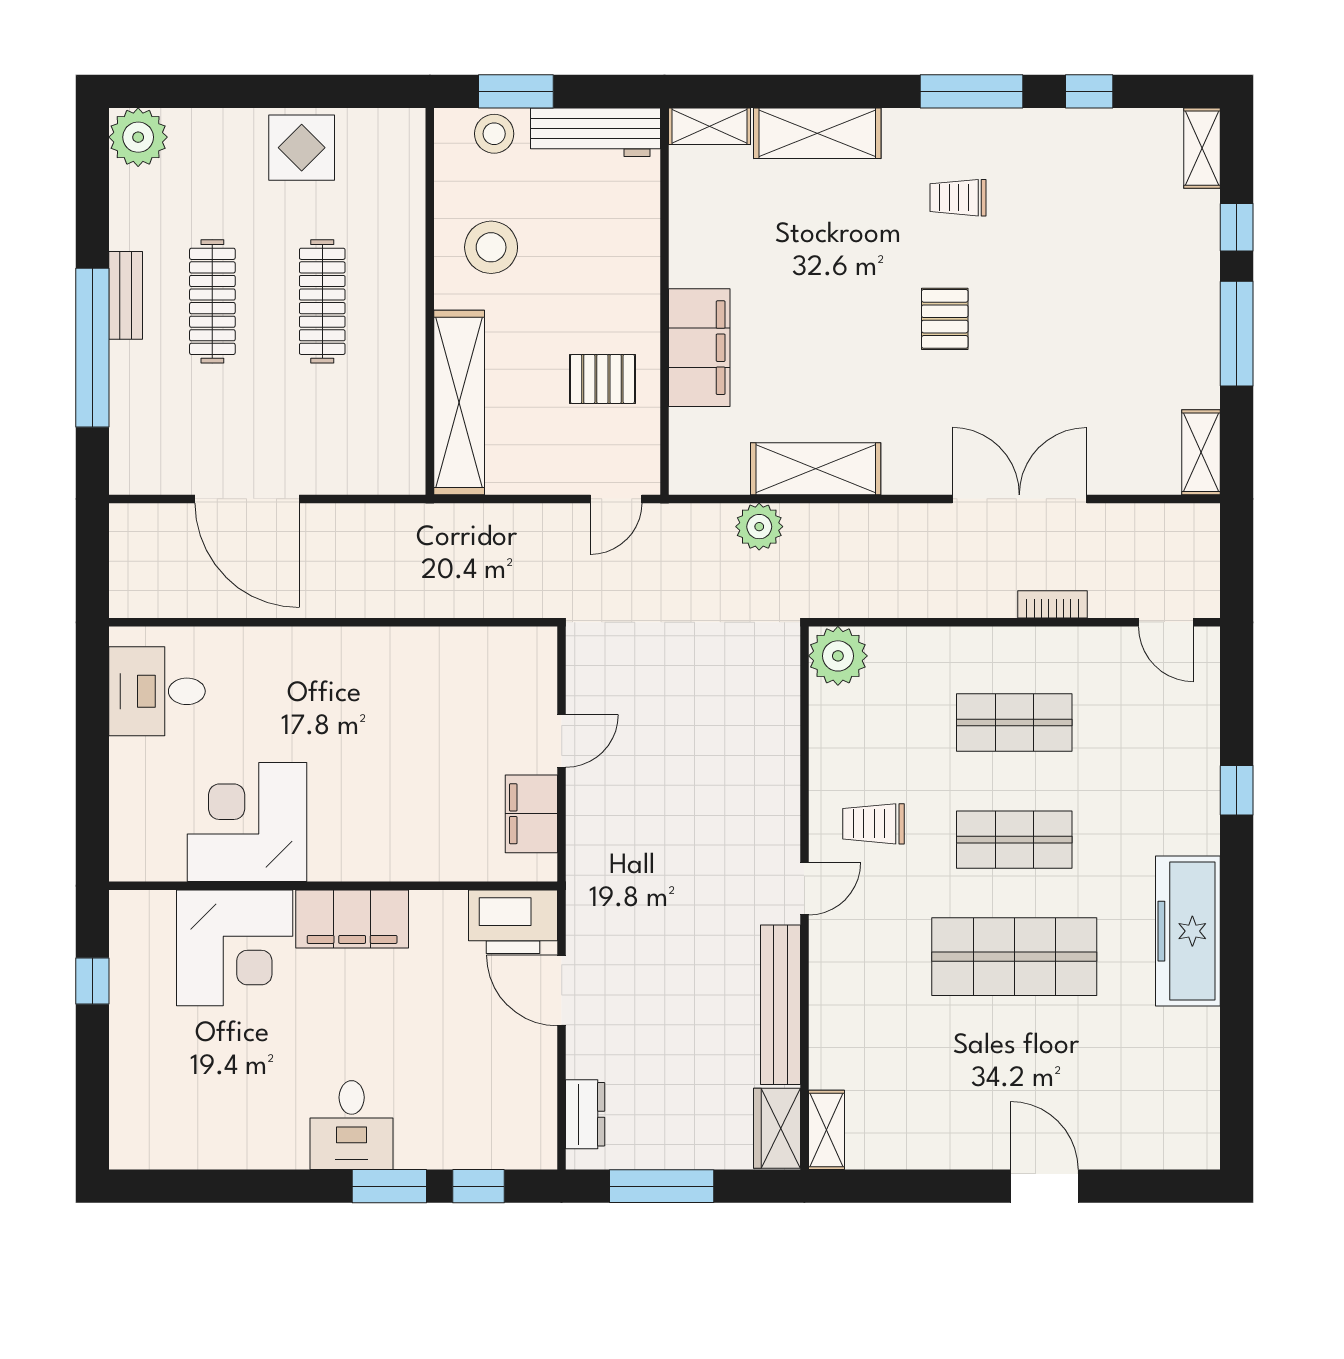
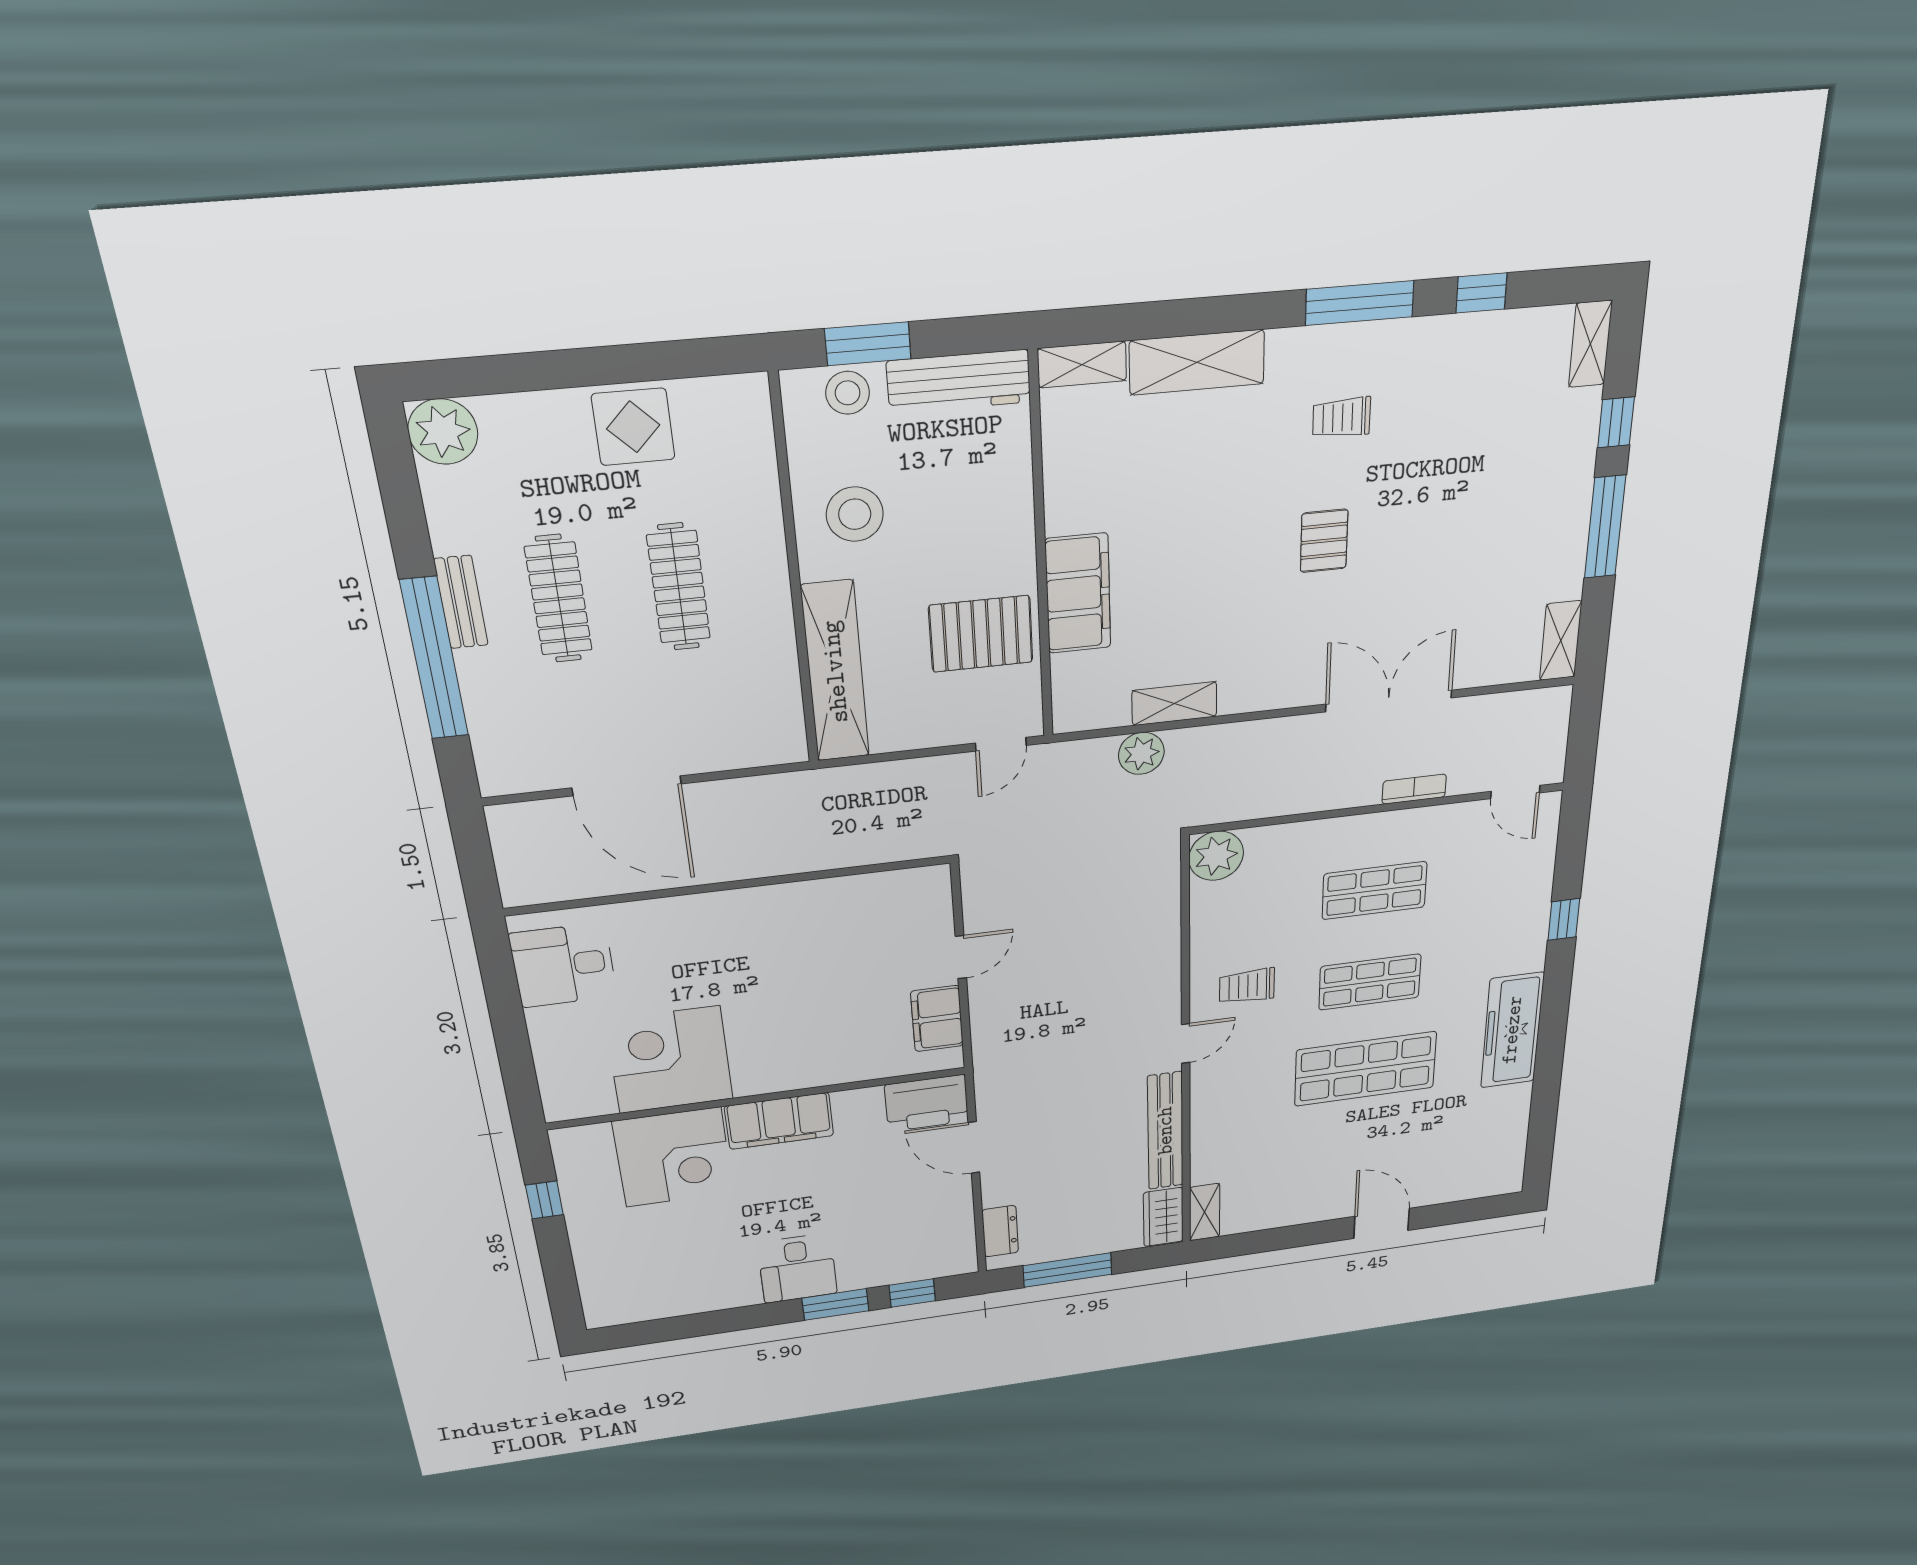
pallet: (602, 379) -> (981, 634), width x1.50, depth x1.42
shelving: (816, 469) -> (1174, 704), width x0.67, depth x0.75

